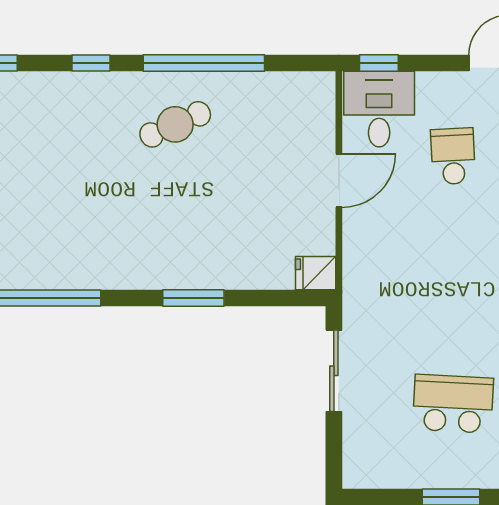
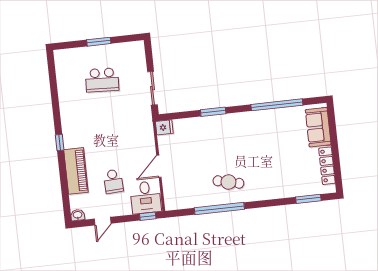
window: (91, 63) -> (266, 203), removed
cafe table: (175, 124) -> (228, 182), turned 37

